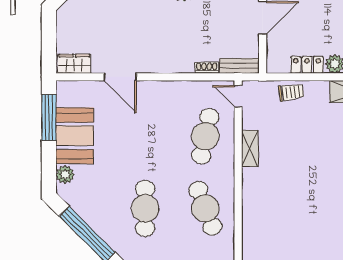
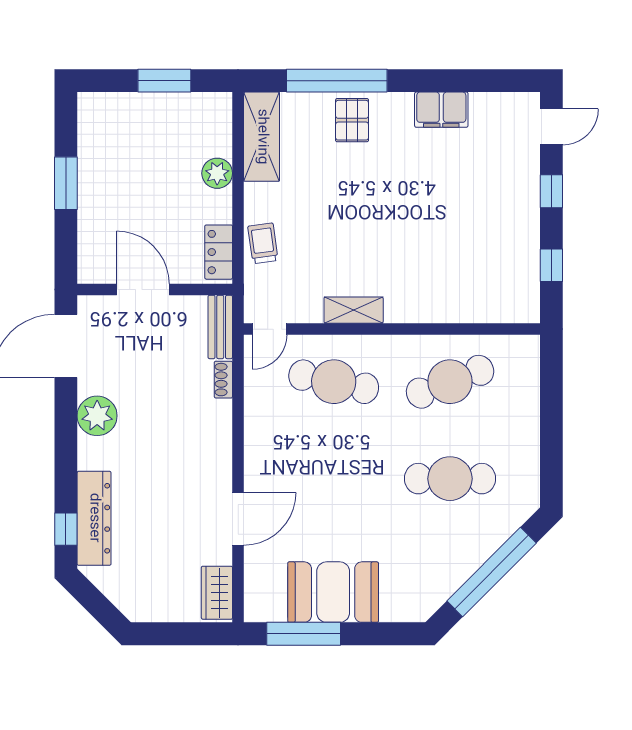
locker: (307, 65) -> (219, 252), moved
plant: (65, 175) -> (395, 608), removed

